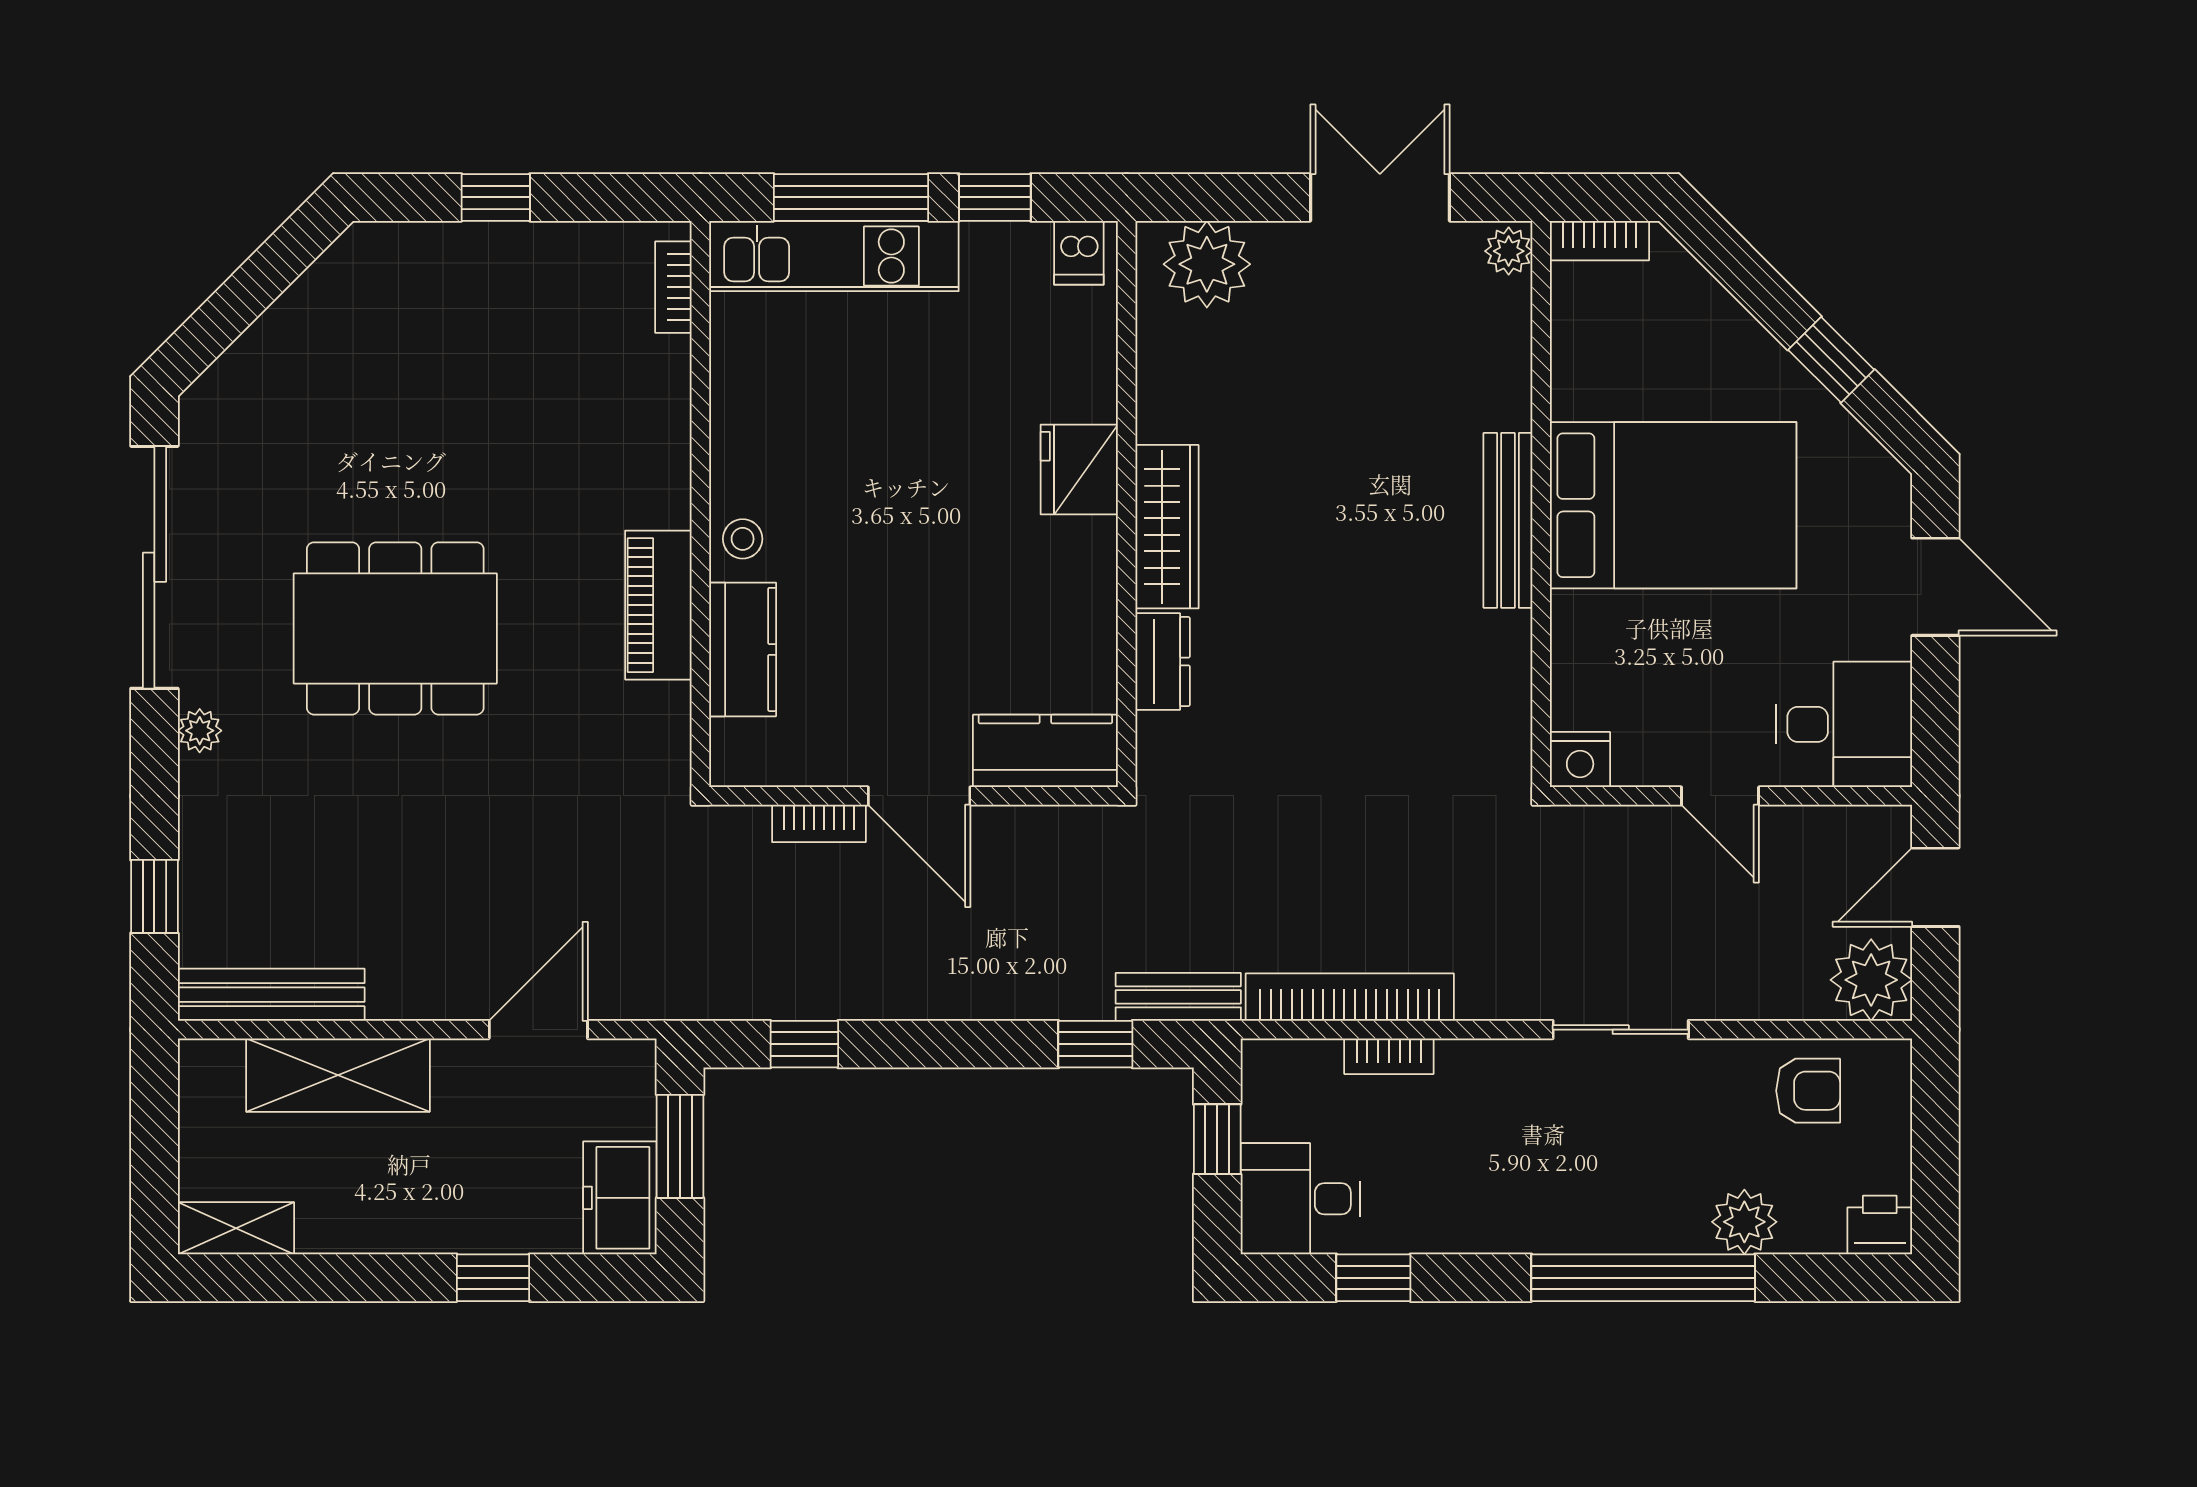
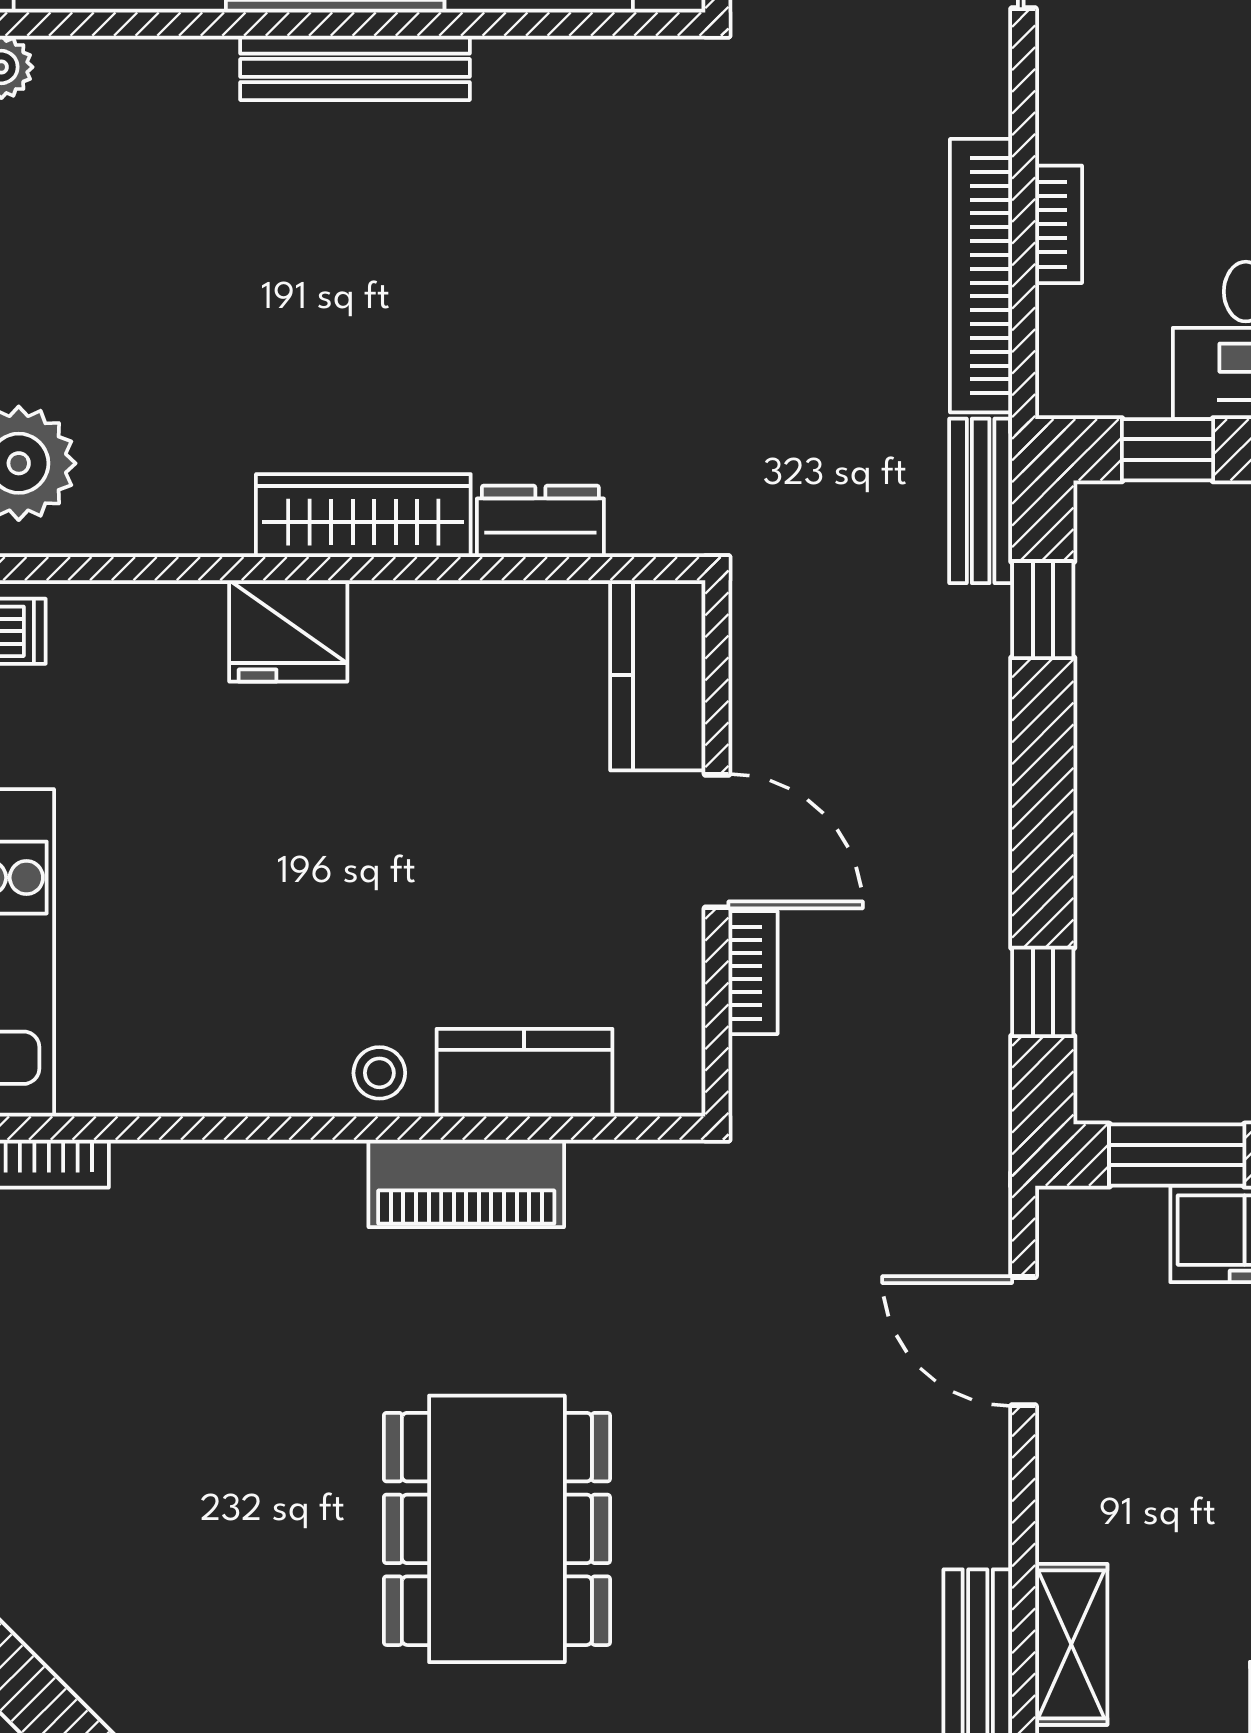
door: (919, 796) -> (717, 841), hinge flipped
shelving: (338, 1075) -> (1071, 1644), width x0.67, depth x0.75

